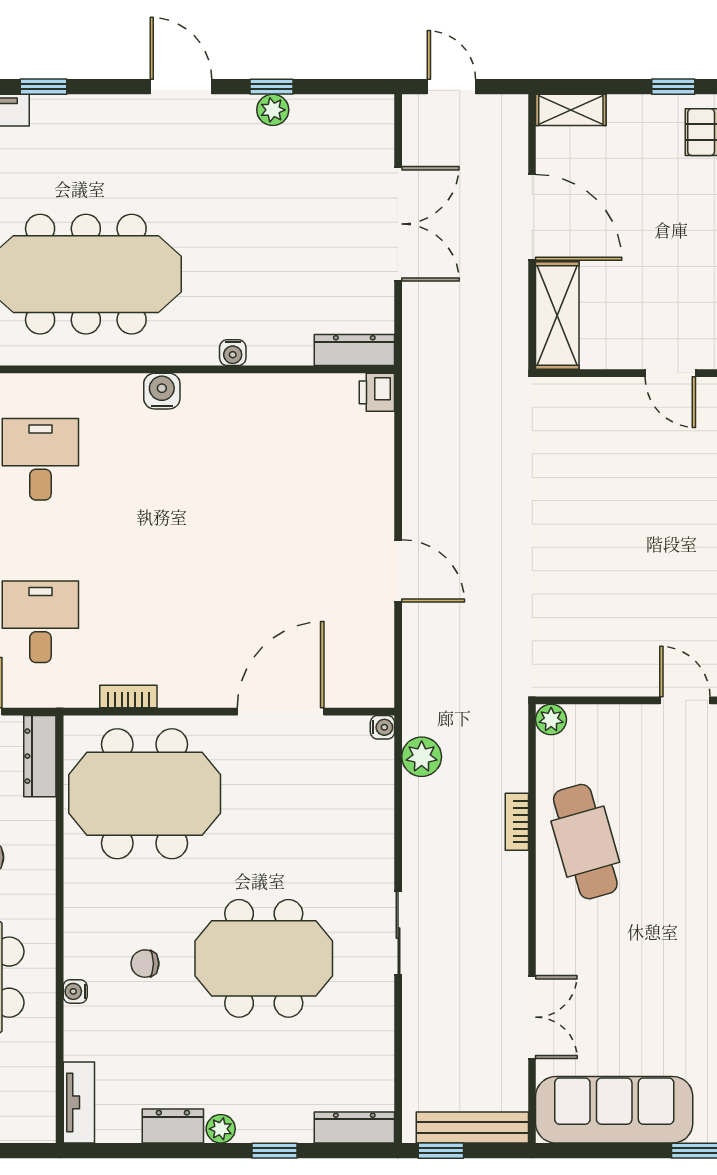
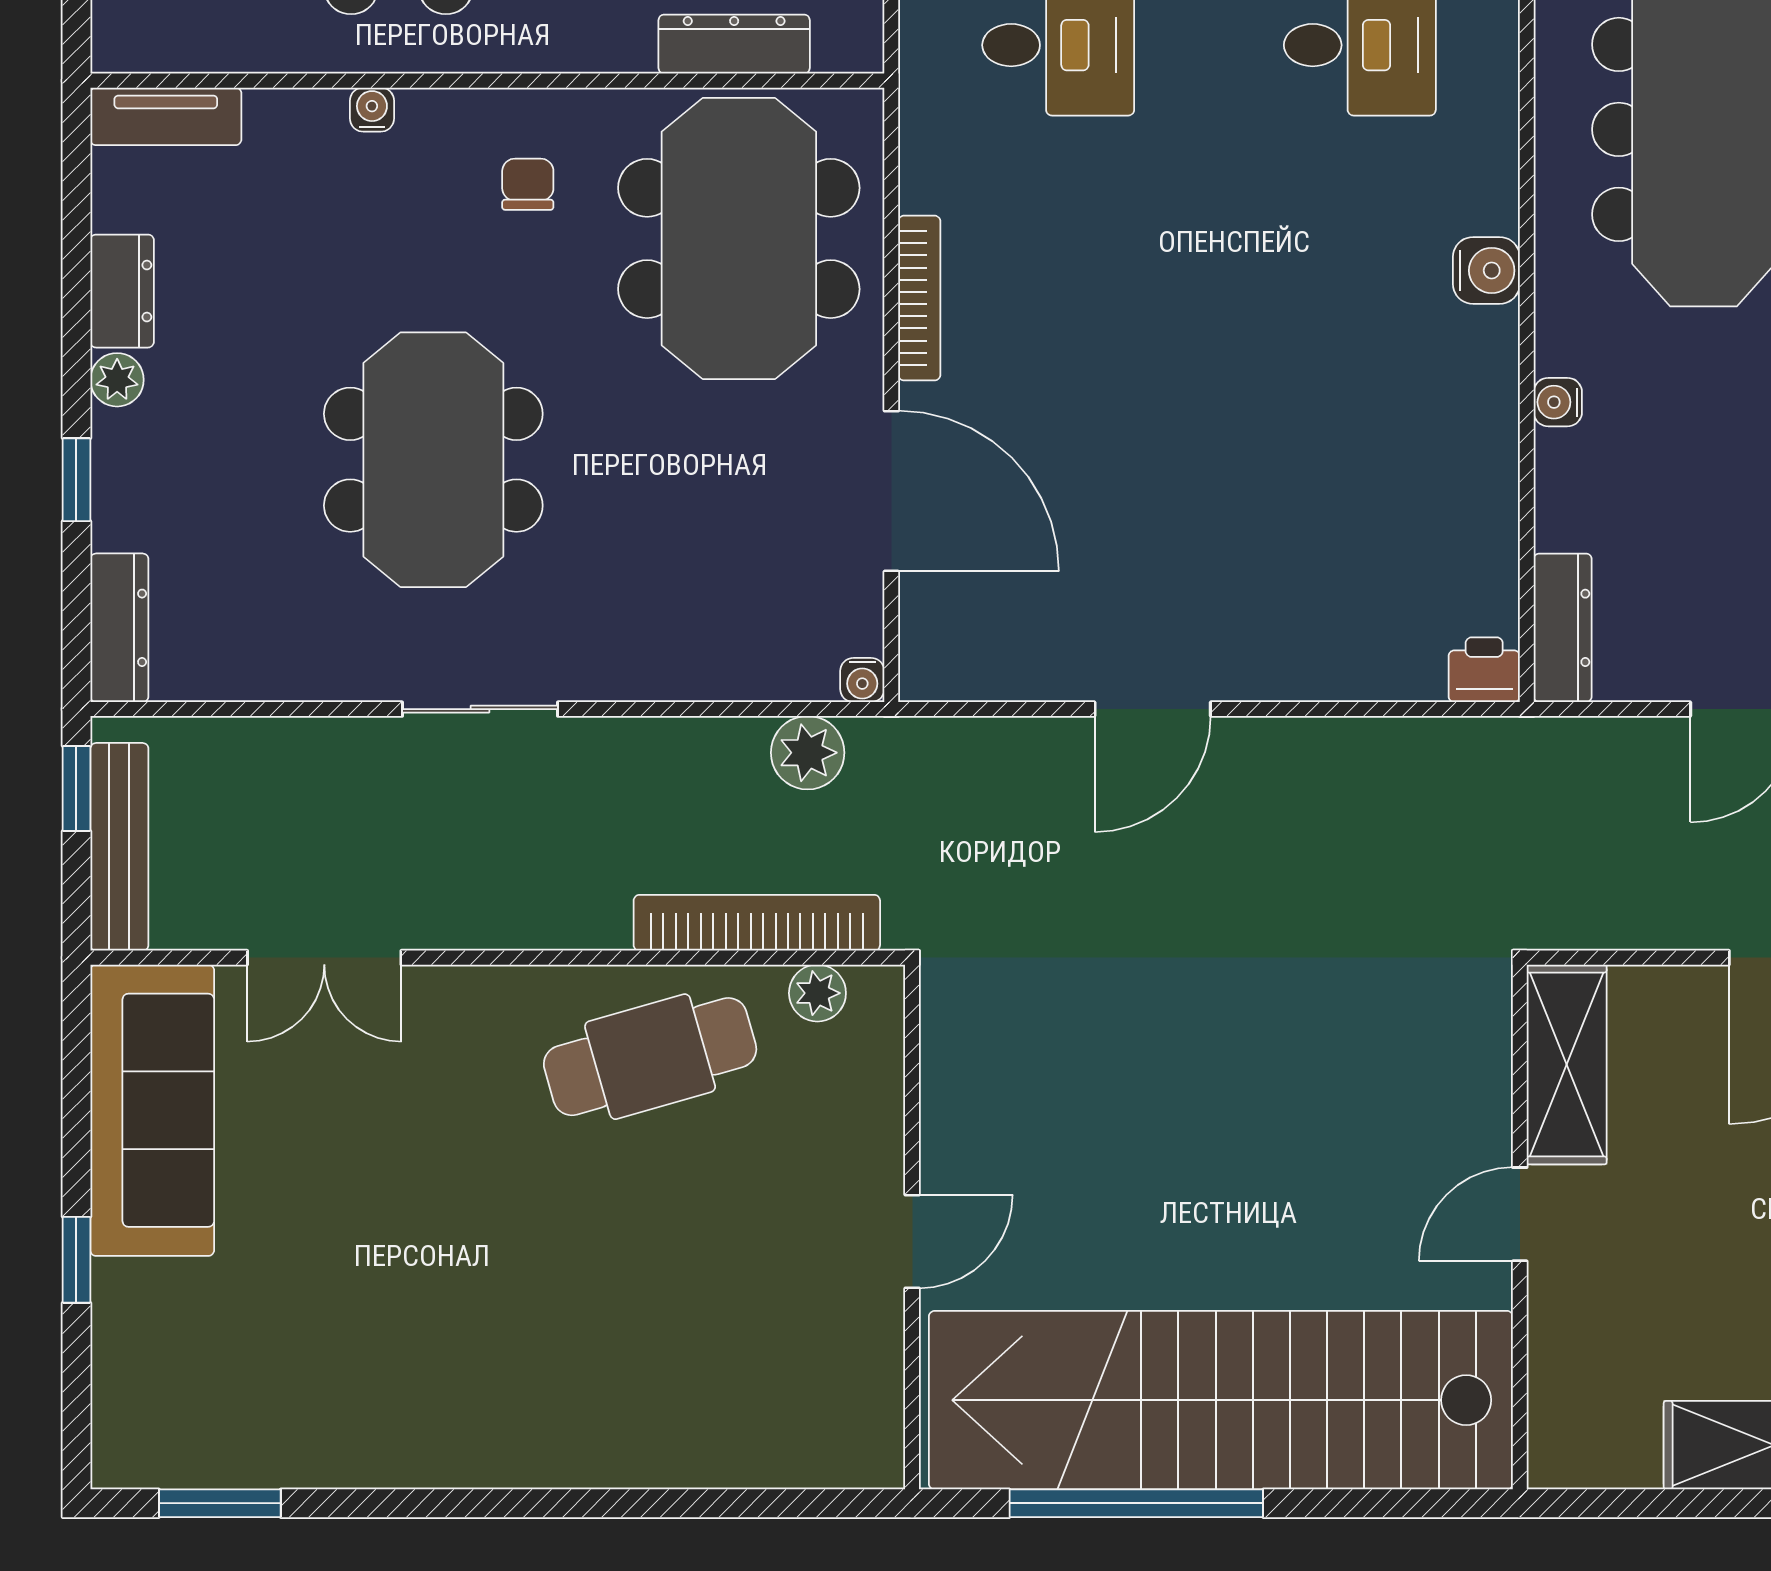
shelving: (557, 316) -> (1567, 1065), moved, turned 90
bookcase: (128, 697) -> (919, 298), moved, width x1.56
plant: (551, 720) -> (817, 993), moved
dresser: (40, 756) -> (734, 44), moved
bookcase: (517, 822) -> (757, 923), width x2.31, depth x1.31
chair: (145, 964) -> (528, 184), moved

